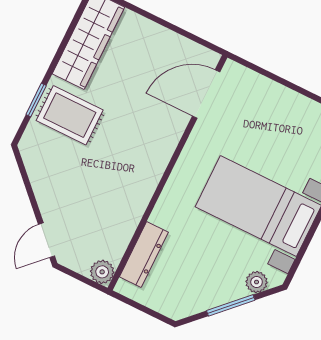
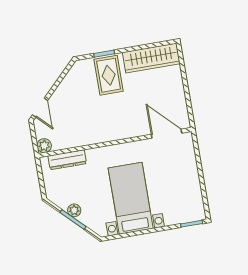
door: (46, 240) -> (40, 108), swing flipped
plant: (257, 282) -> (74, 210), moved

